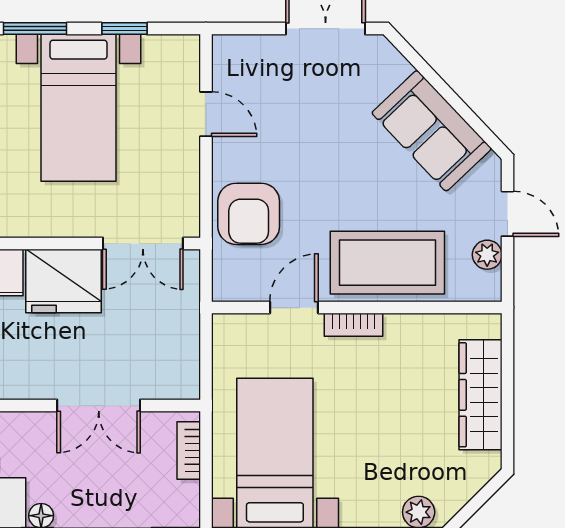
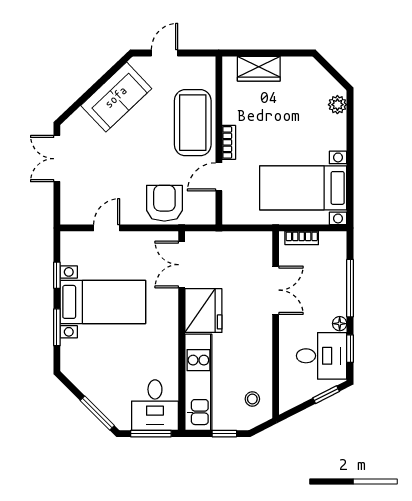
armchair: (249, 214) -> (164, 203), turned -90
double door: (143, 243) -> (182, 265), swing flipped
plant: (487, 255) -> (188, 65), removed
door: (294, 308) -> (219, 177), hinge flipped
wardrobe: (481, 395) -> (259, 69), width x0.67

